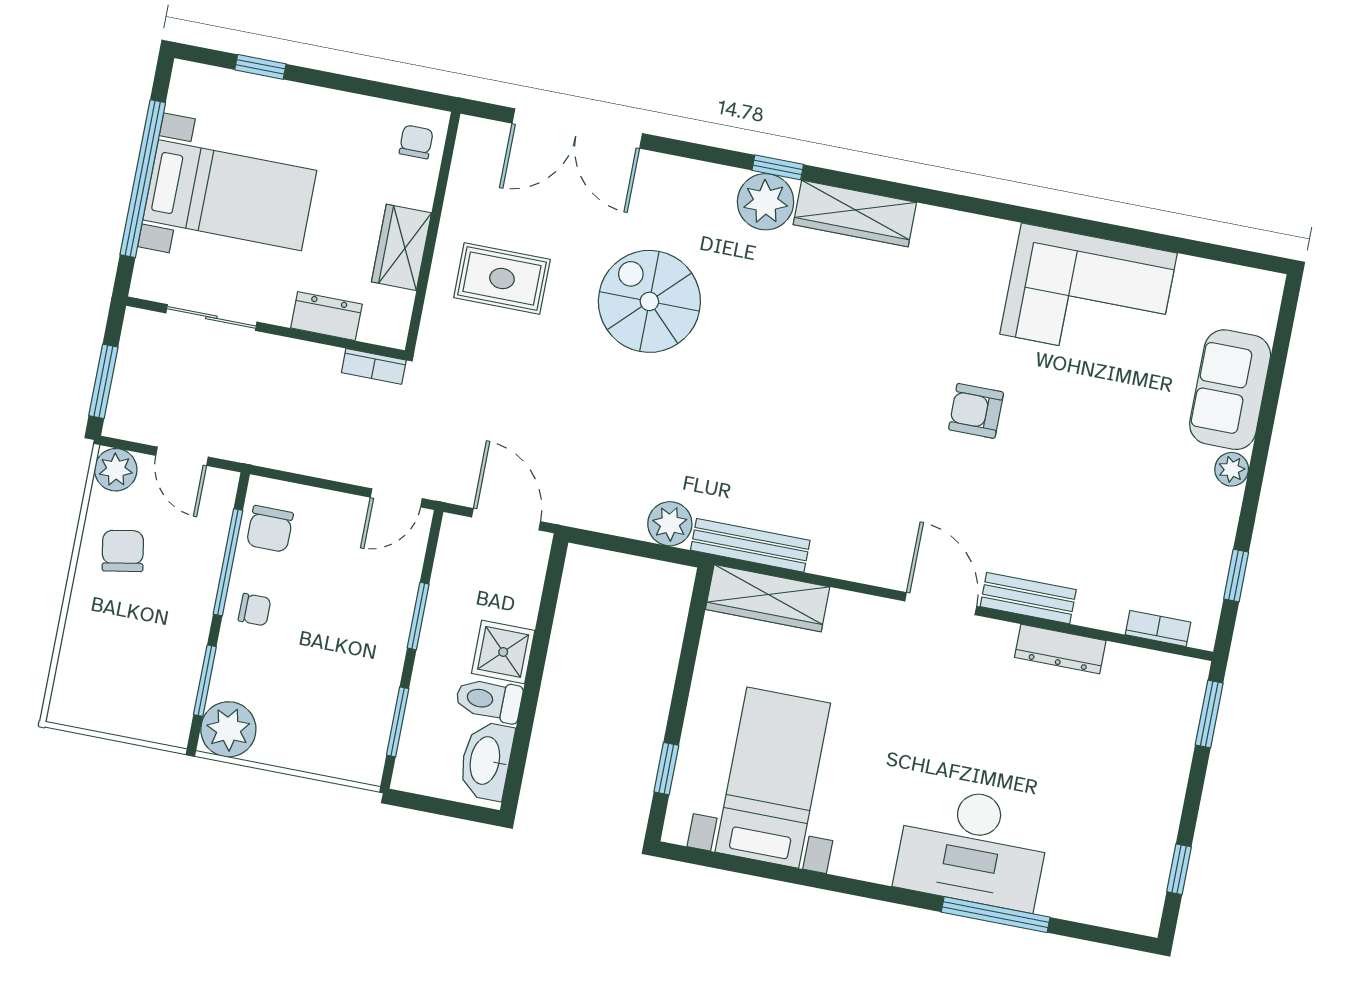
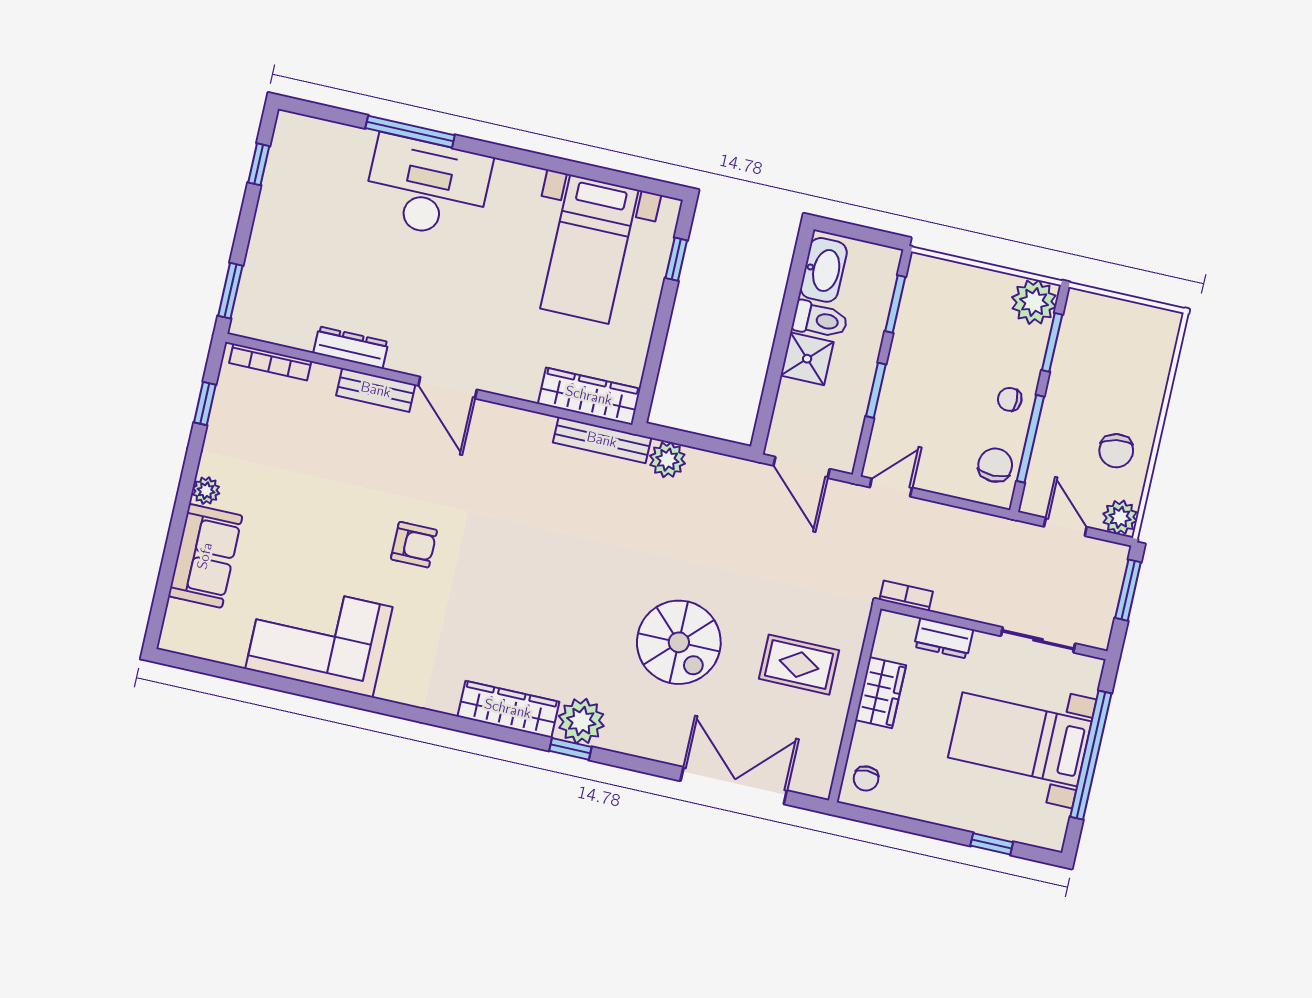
bookcase: (1158, 628) -> (270, 362), width x1.56

